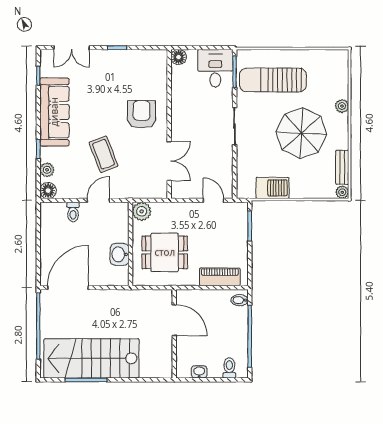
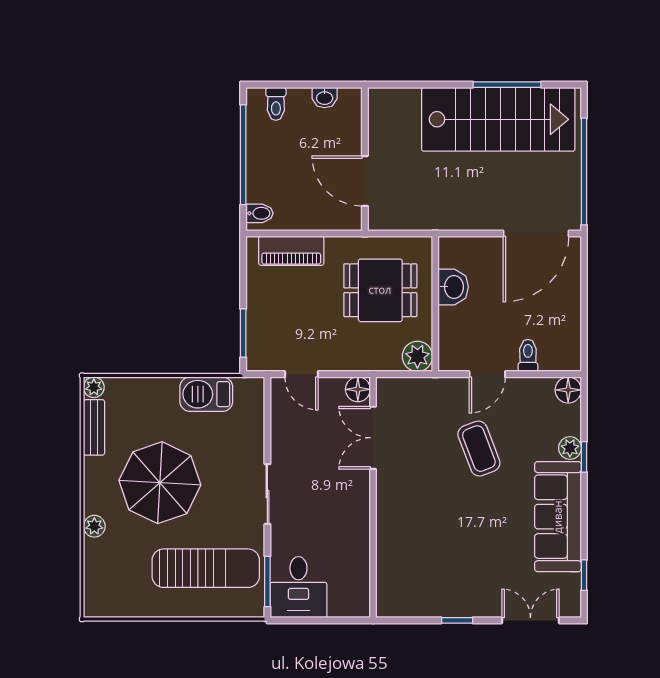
floor lamp: (179, 57) -> (358, 389), moved
armchair: (142, 114) -> (418, 513), removed
plant: (47, 170) -> (570, 448), moved

